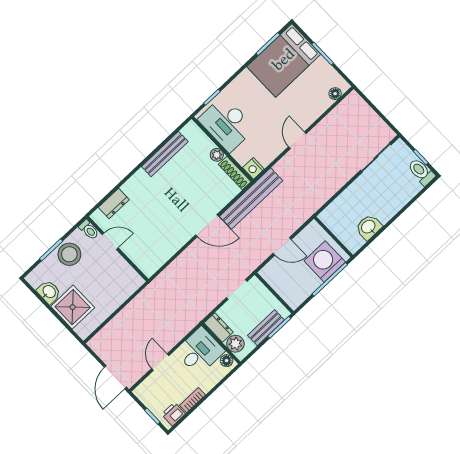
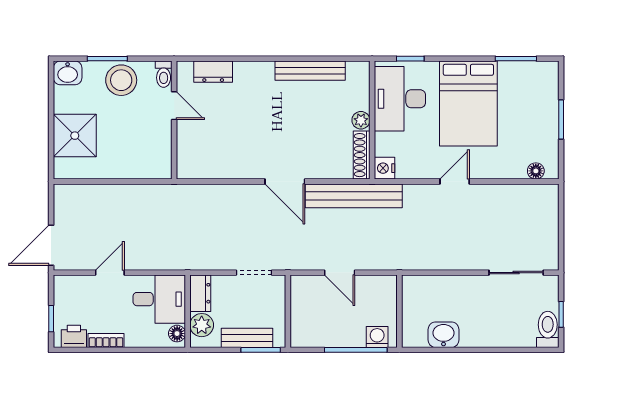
bed: (284, 60) -> (468, 104), moved, turned -90
washing machine: (325, 261) -> (377, 337), width x0.53, depth x0.53
washbasin: (49, 292) -> (68, 73), moved, turned 90

